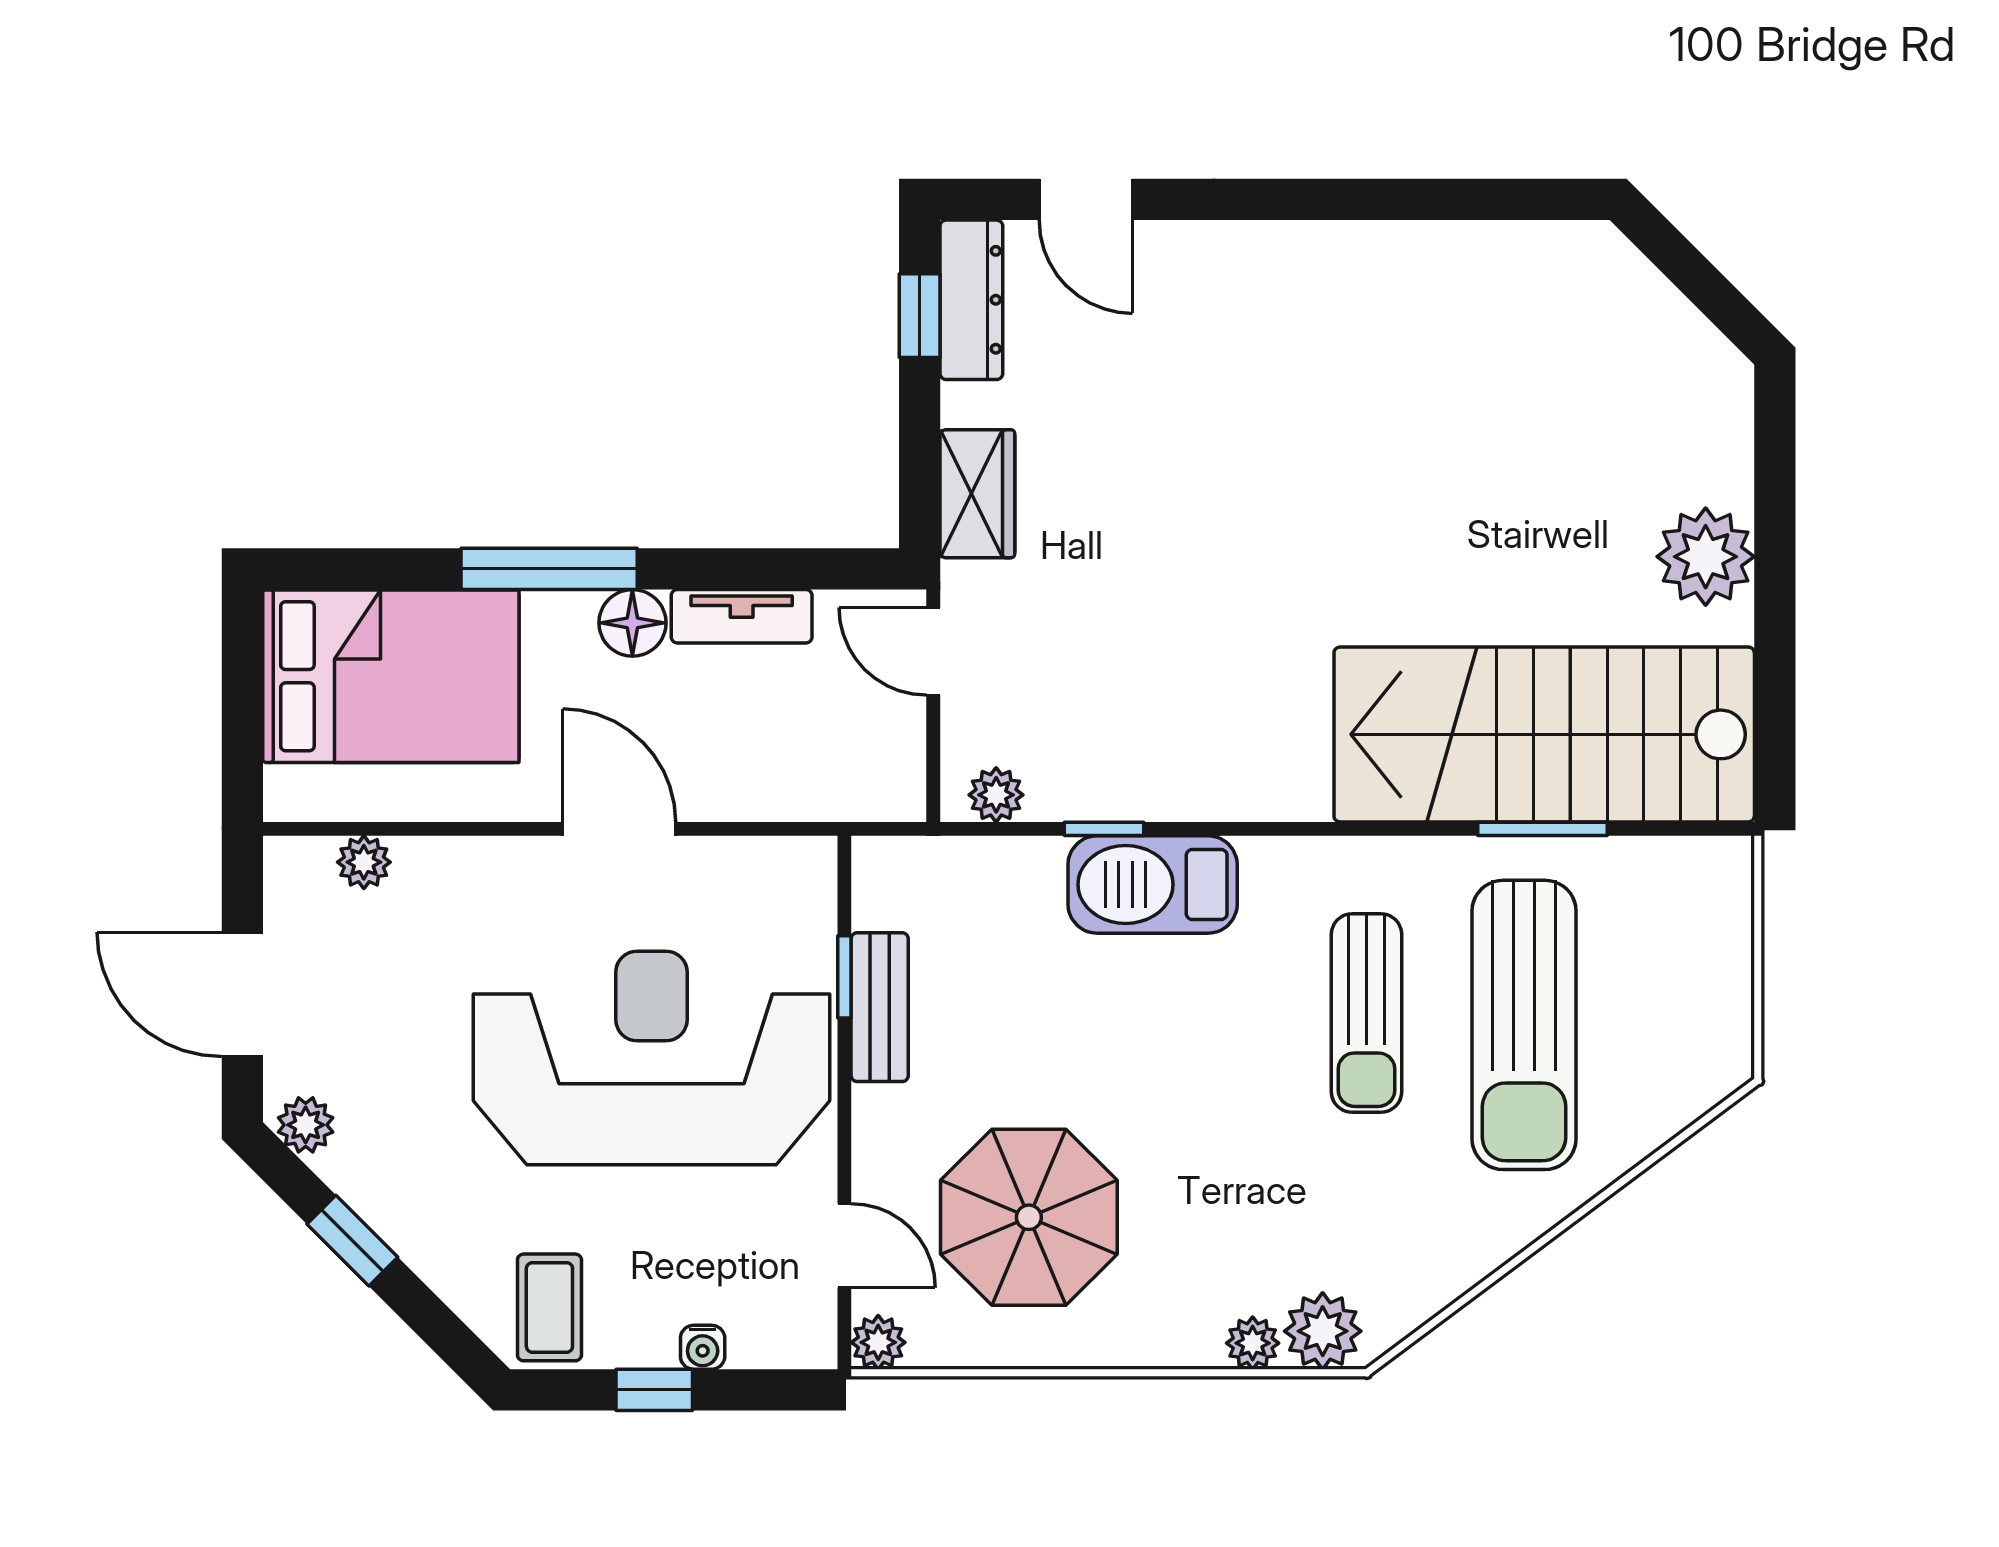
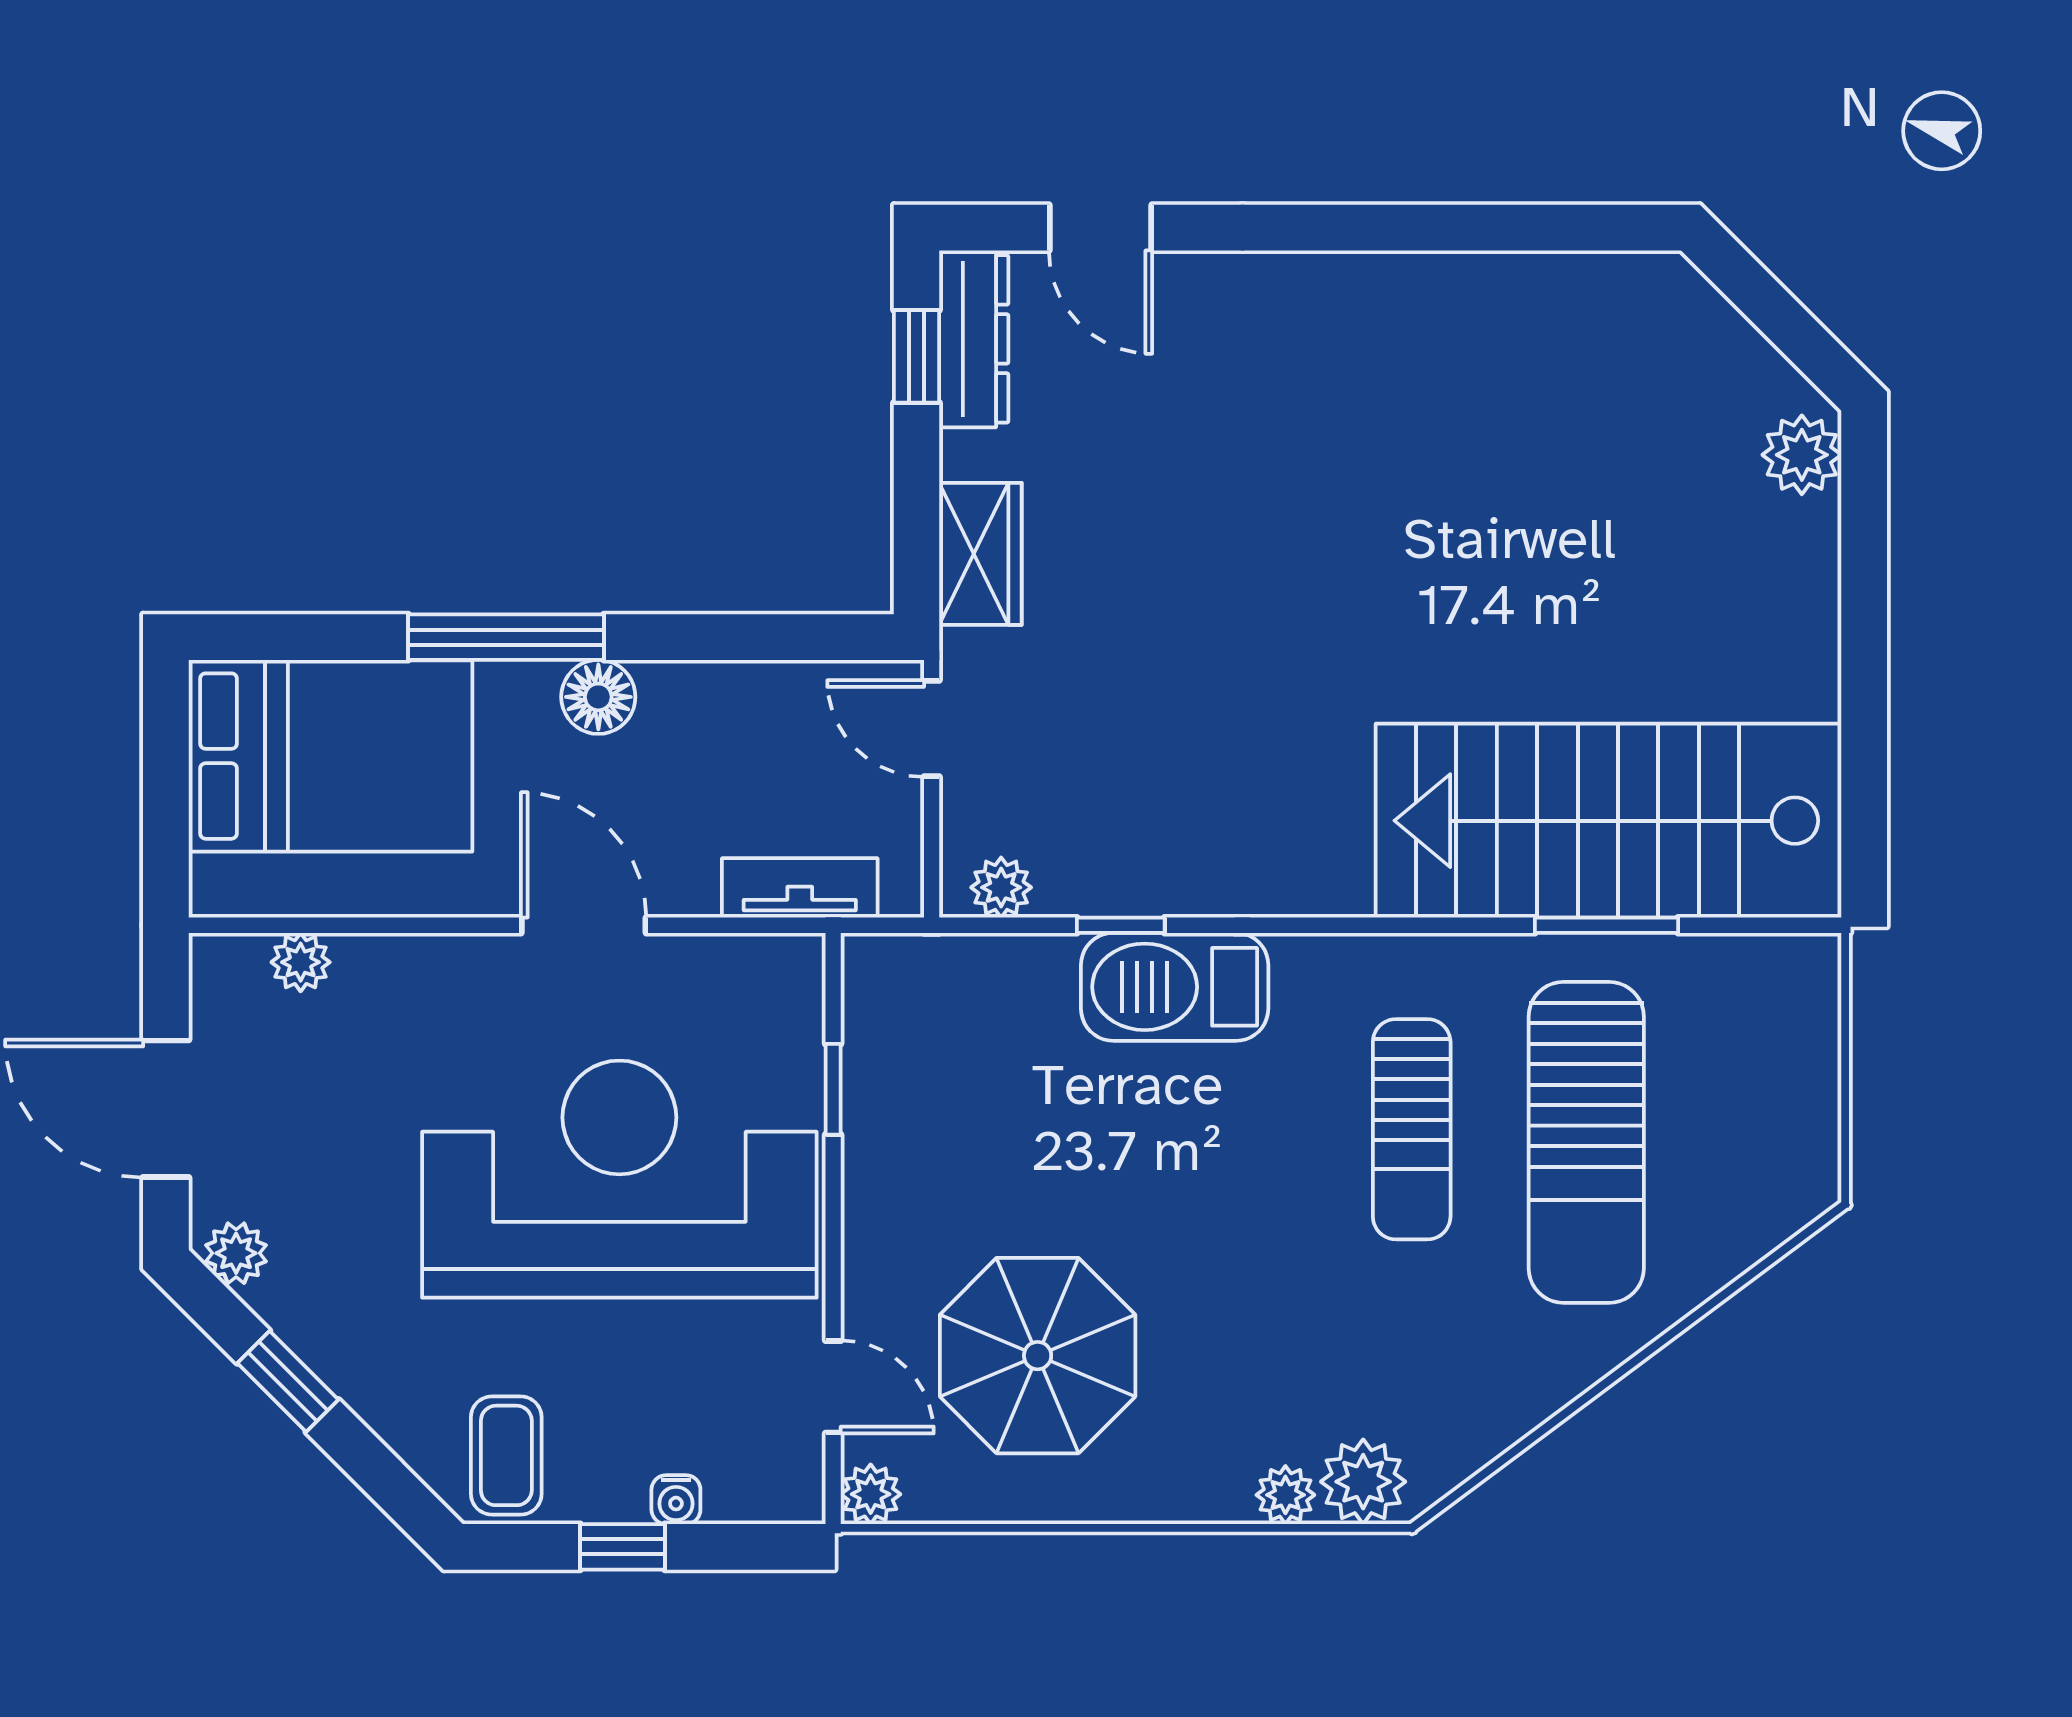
plant: (1706, 557) -> (1802, 455), moved, width x0.73, depth x0.73
tv unit: (742, 616) -> (800, 888), moved, turned 180
bench: (880, 1007) -> (872, 1123), removed

